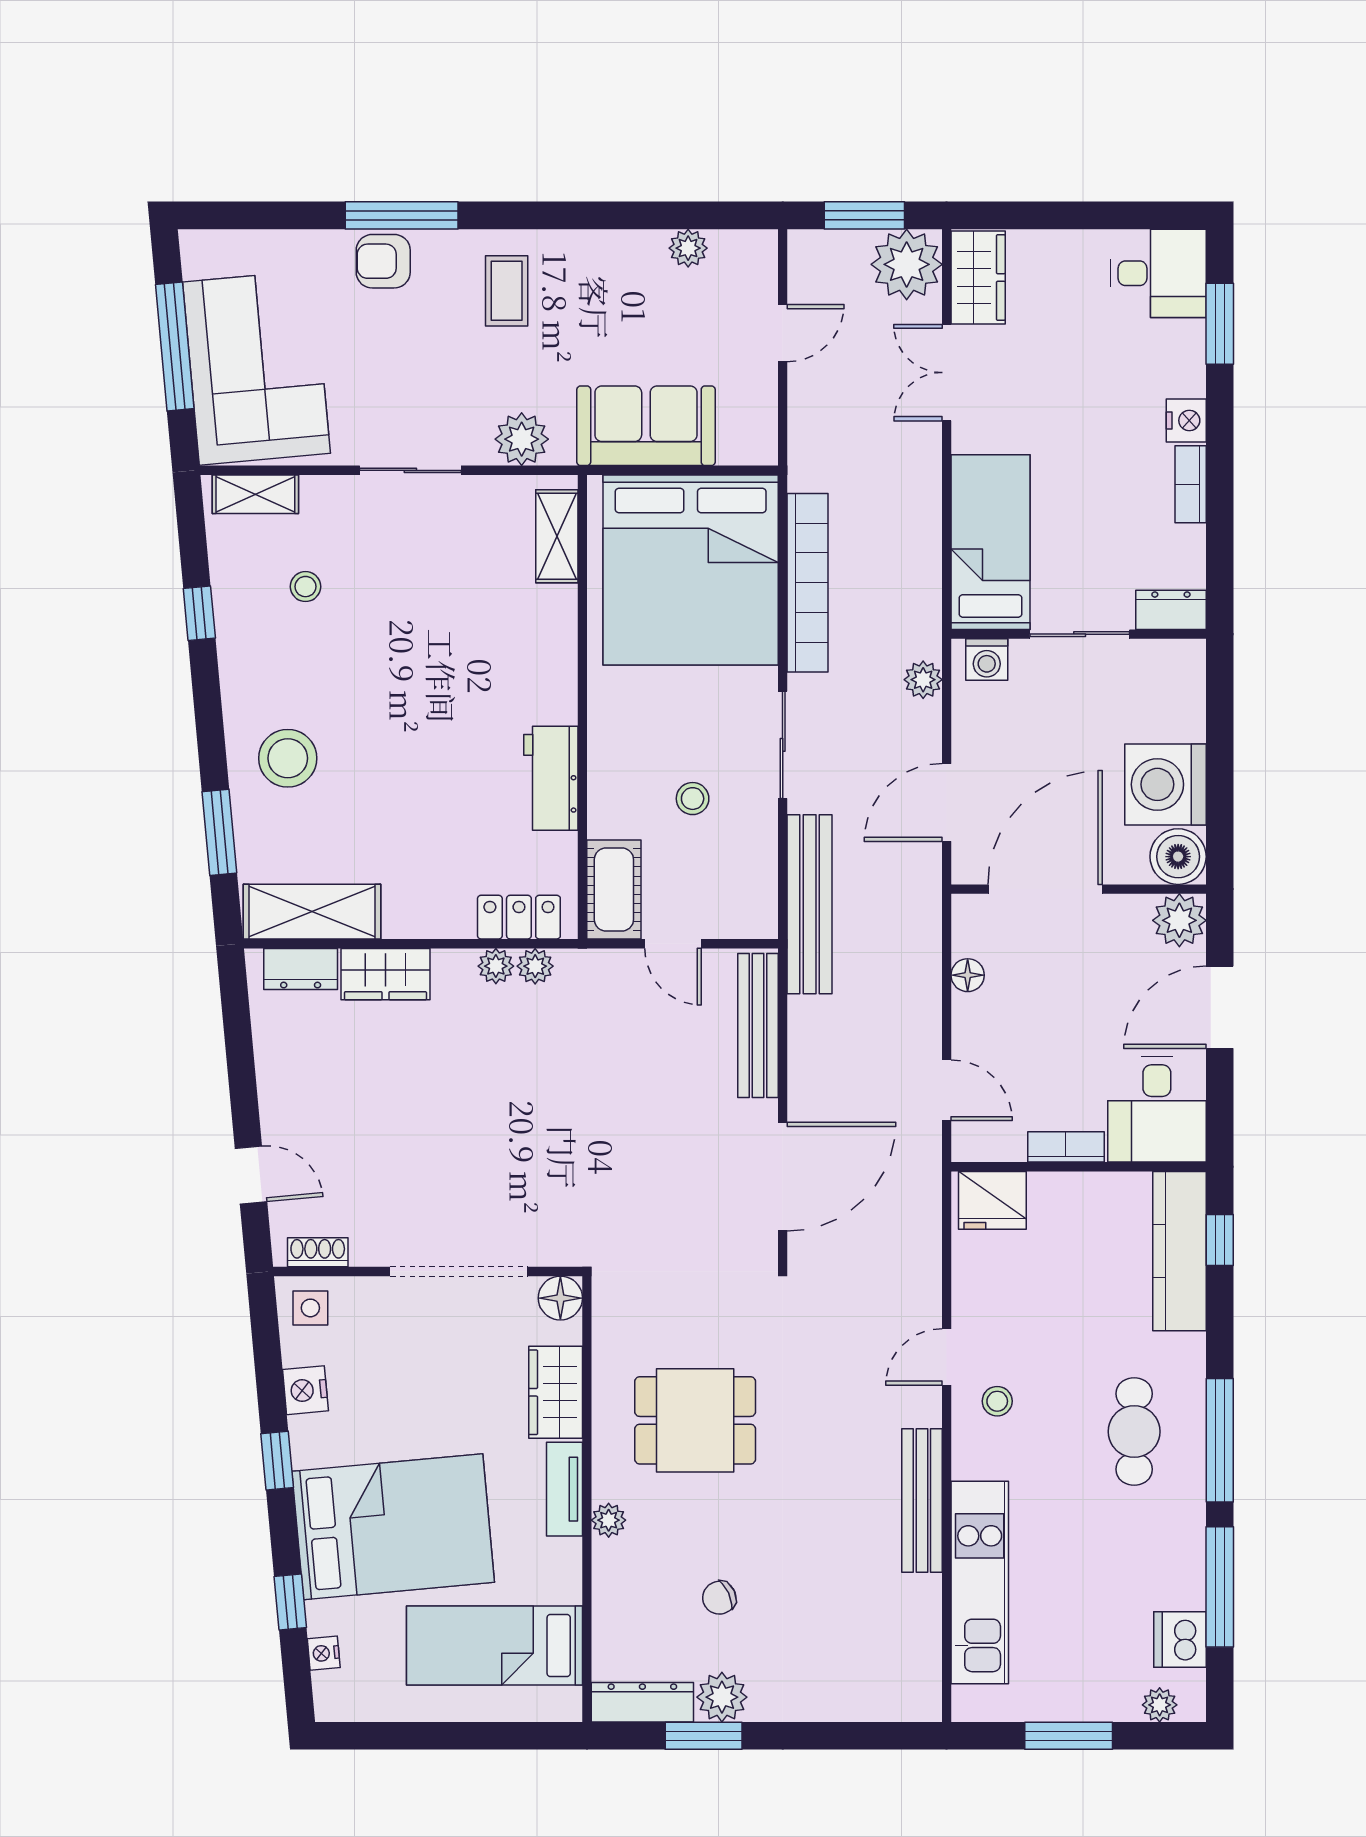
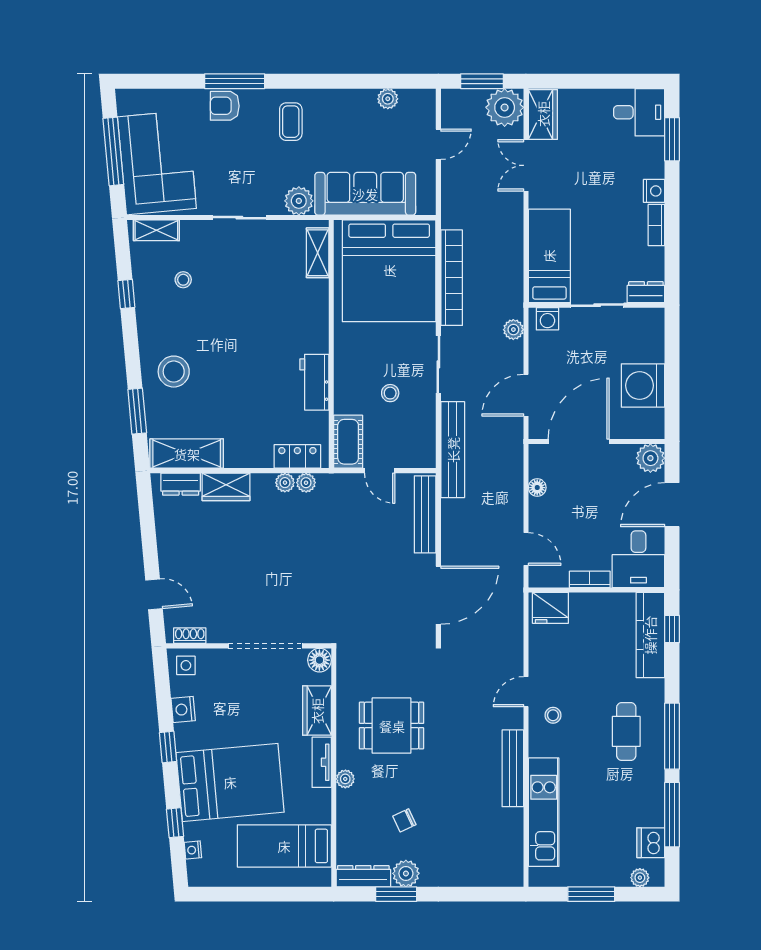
sofa: (646, 426) -> (365, 194), width x1.36
boiler: (1178, 857) -> (650, 424), removed

